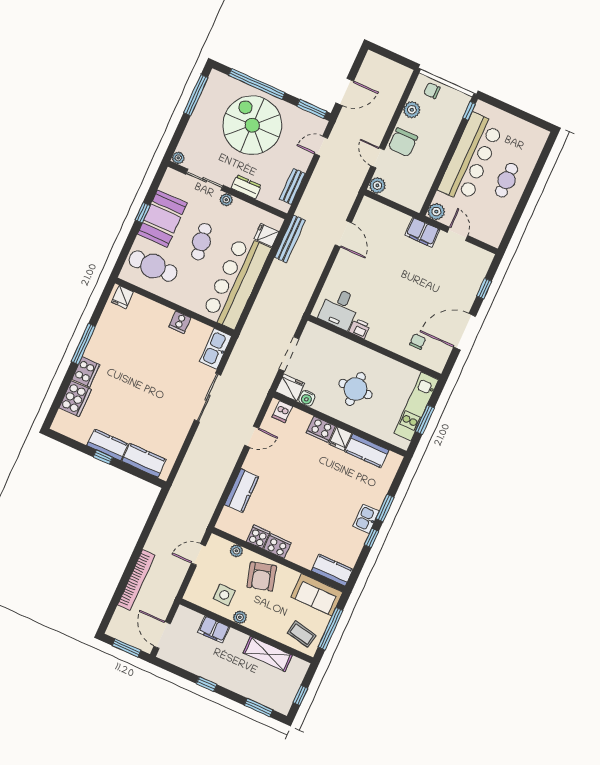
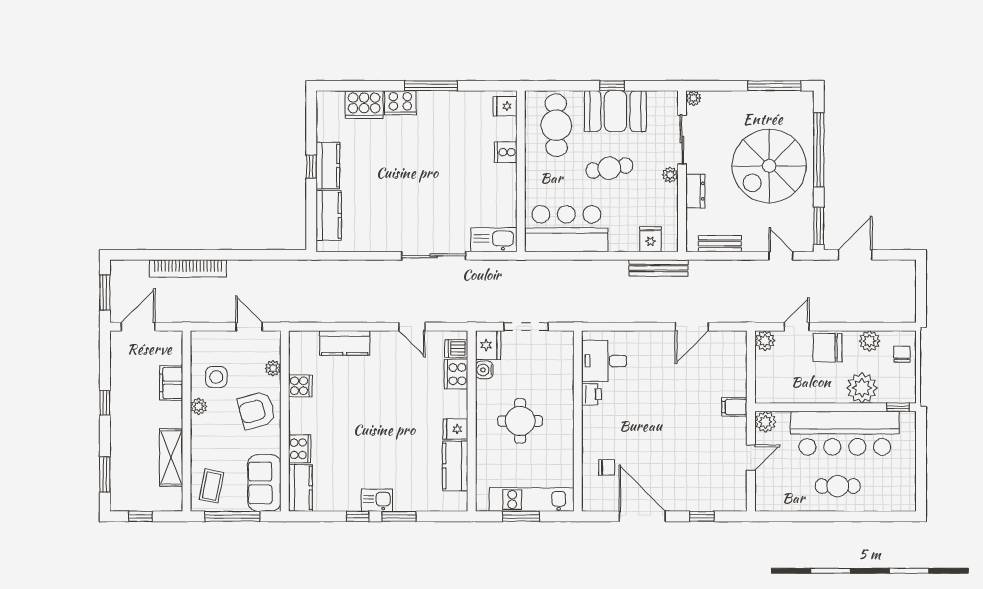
door: (345, 92) -> (855, 255), swing flipped
spiral stairs: (252, 125) -> (769, 166), turned 180
plant: (443, 131) -> (862, 388), added
filing cabinet: (422, 232) -> (734, 407), width x0.50
bar counter: (236, 282) -> (566, 229), width x0.73
cooker: (180, 322) -> (506, 152), moved
cooker: (321, 429) -> (456, 374), moved
cooker: (277, 546) -> (300, 449), moved

